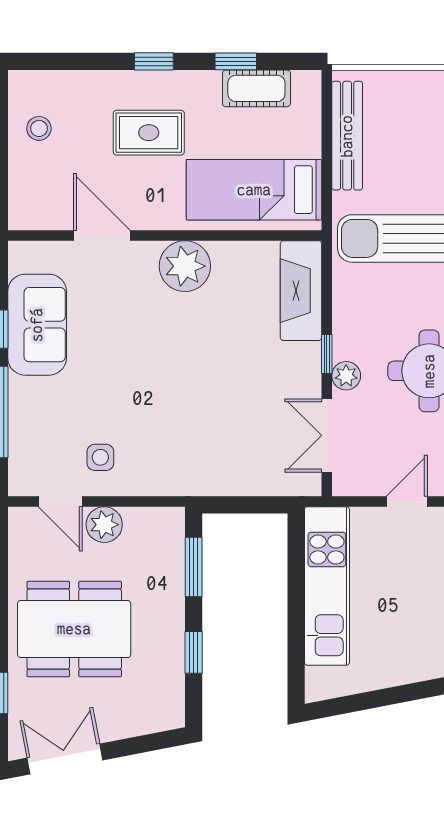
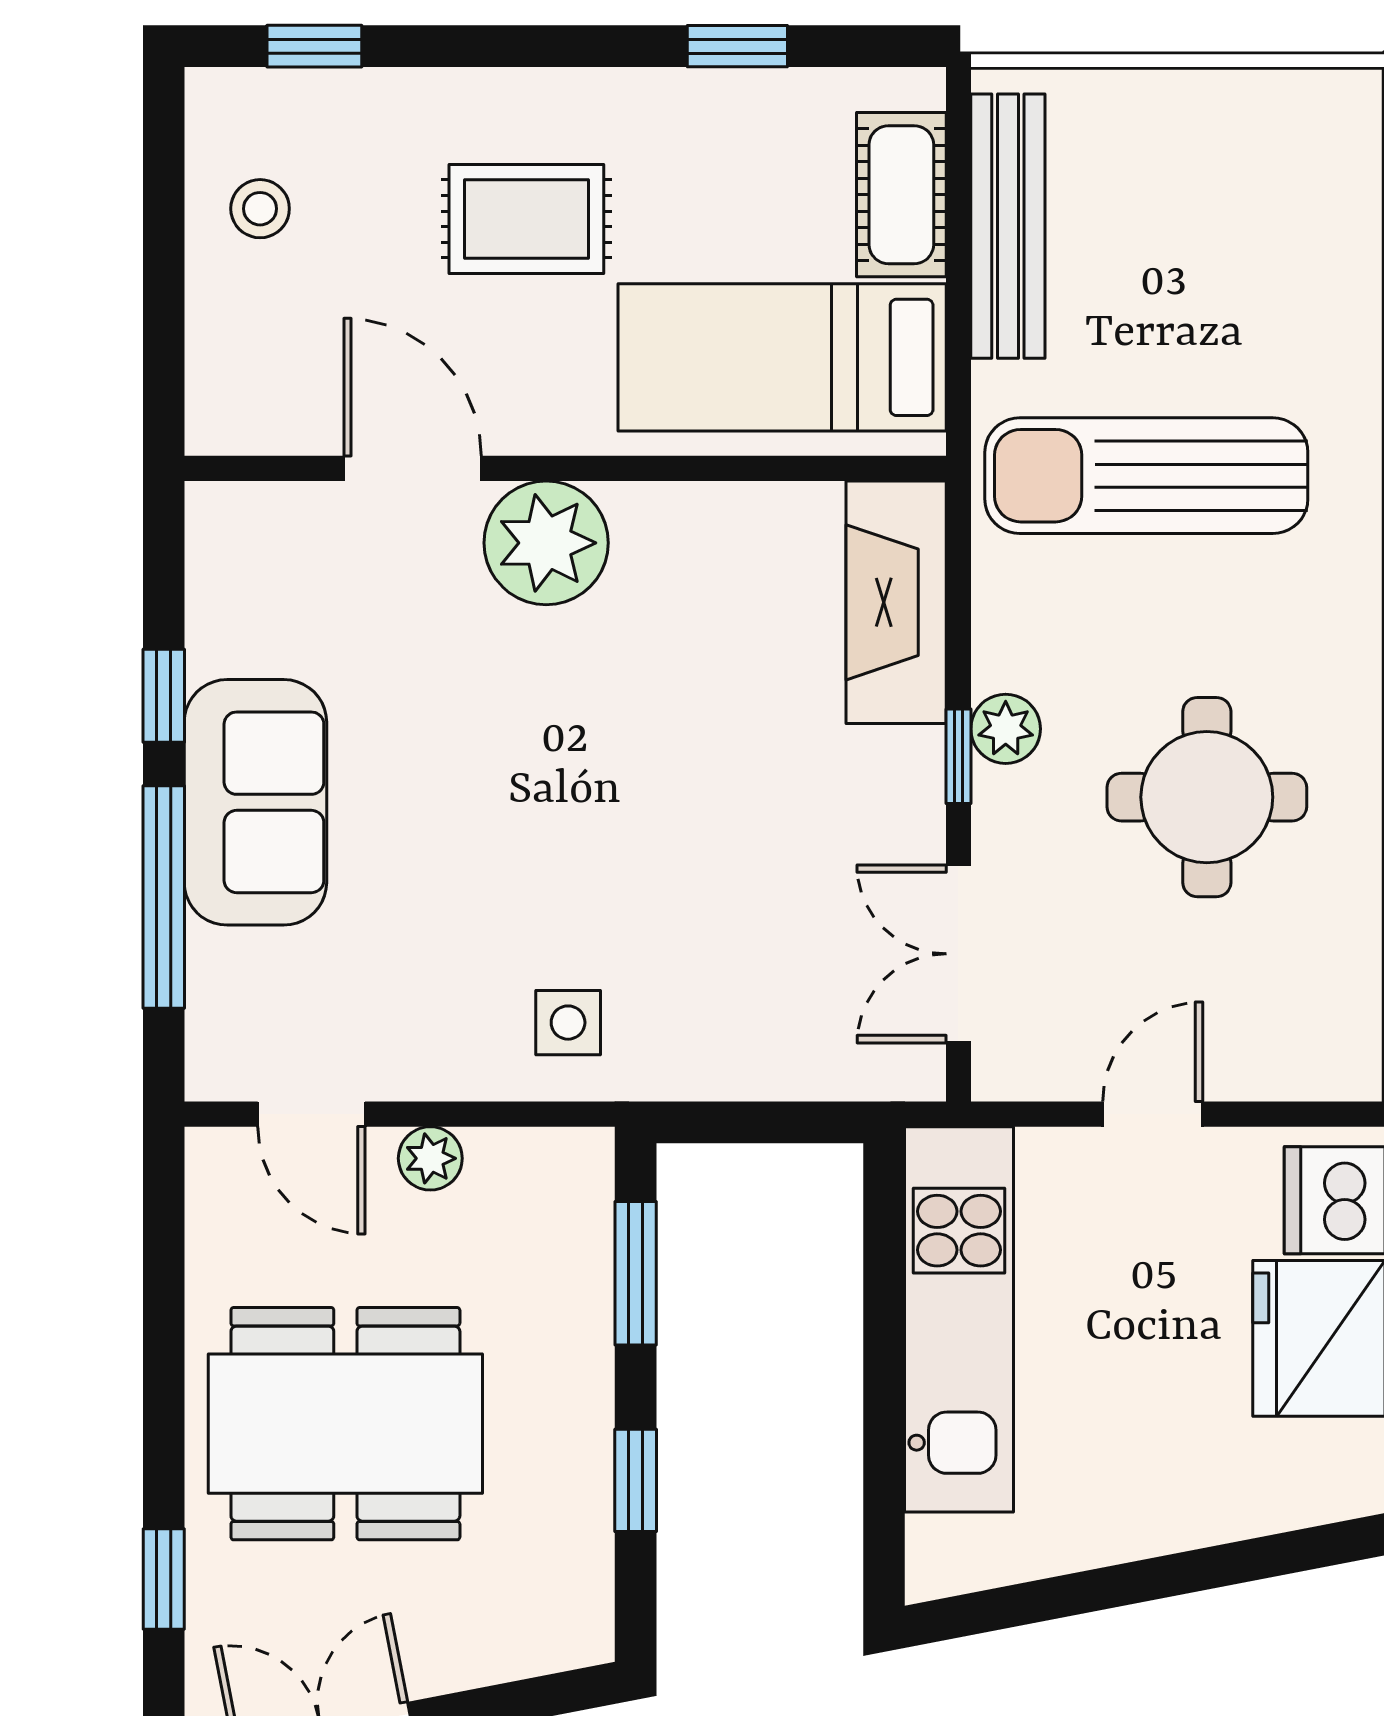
window: (154, 61) -> (314, 46), moved
cot: (256, 88) -> (901, 195), moved, turned 90
plant: (185, 266) -> (546, 543), moved
sofa: (37, 325) -> (255, 802), moved
plant: (346, 376) -> (1006, 729), moved
side table: (100, 457) -> (568, 1023), moved
plant: (104, 525) -> (430, 1158), width x0.73, depth x0.73

